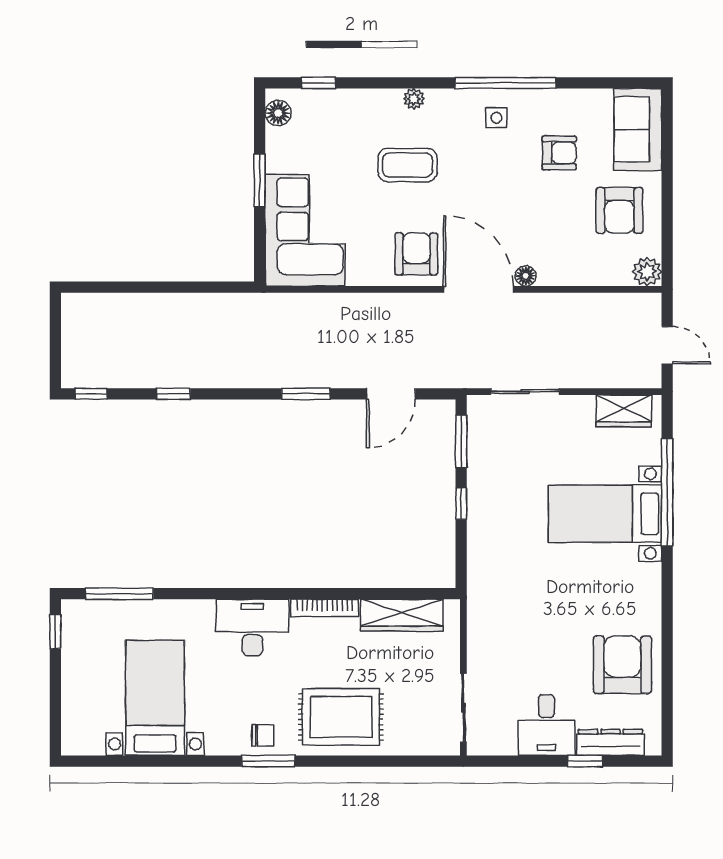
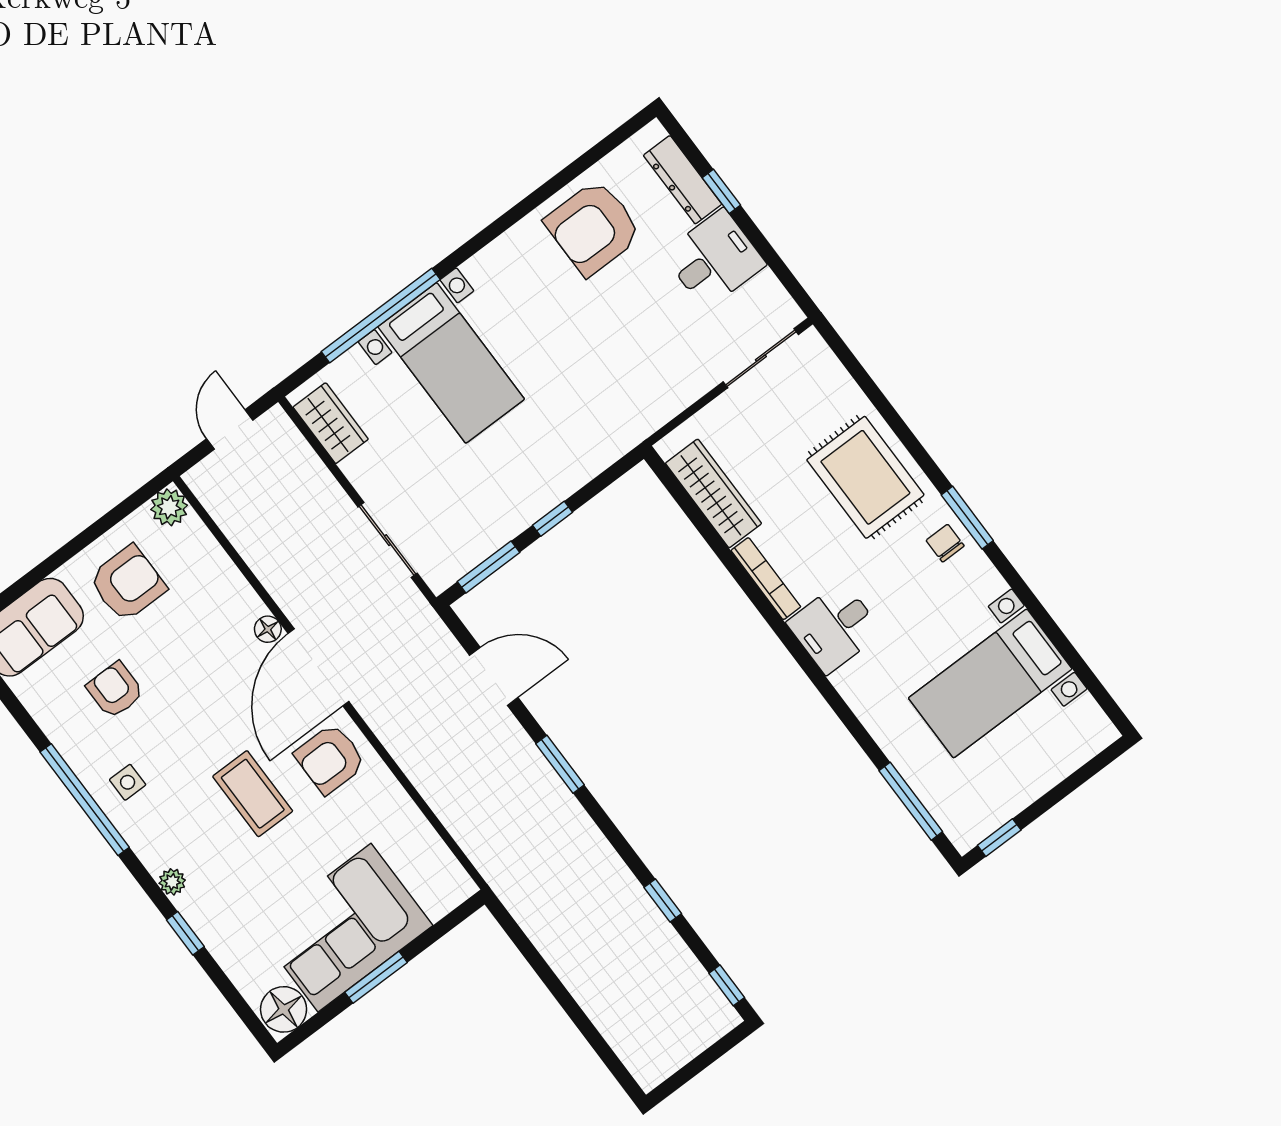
window: (318, 83) -> (185, 933), moved
floor lamp: (278, 113) -> (284, 1009), width x1.38, depth x1.38
coffee table: (407, 165) -> (253, 794), moved
corner sofa: (305, 230) -> (345, 928), moved
desk: (252, 628) -> (835, 627), width x0.73

